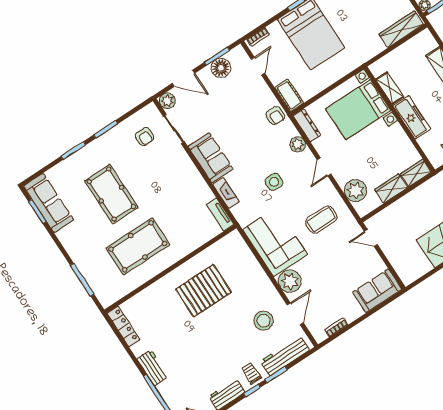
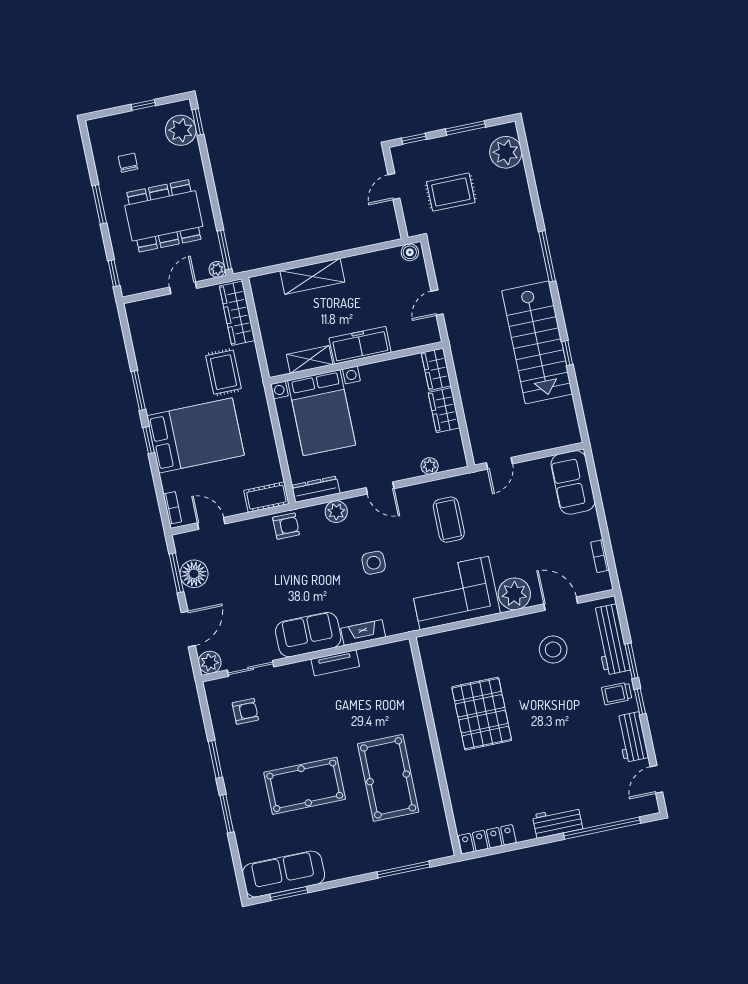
rug: (359, 35) -> (223, 372), added
plant: (355, 191) -> (430, 466), width x0.53, depth x0.53
tv unit: (220, 214) -> (335, 663), moved

